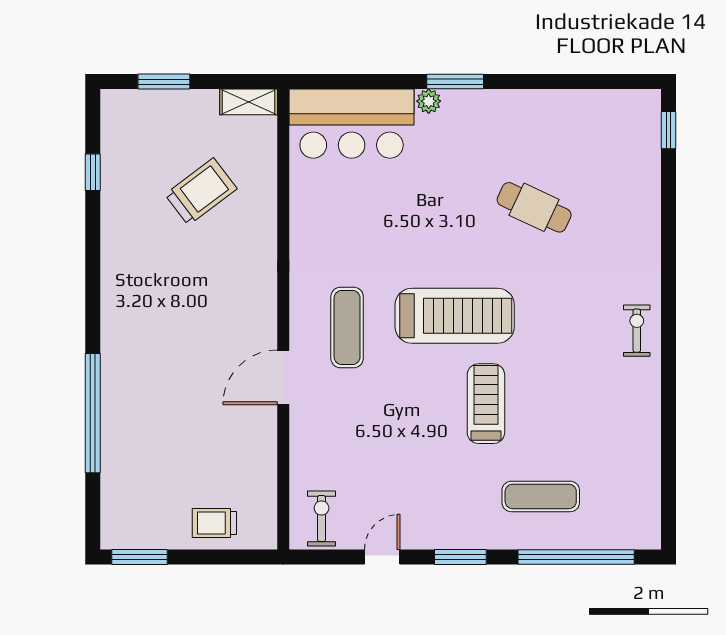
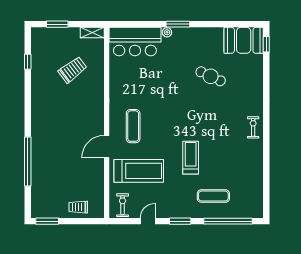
booth: (614, 121) -> (244, 40), added
treadmill: (455, 316) -> (139, 171), moved

